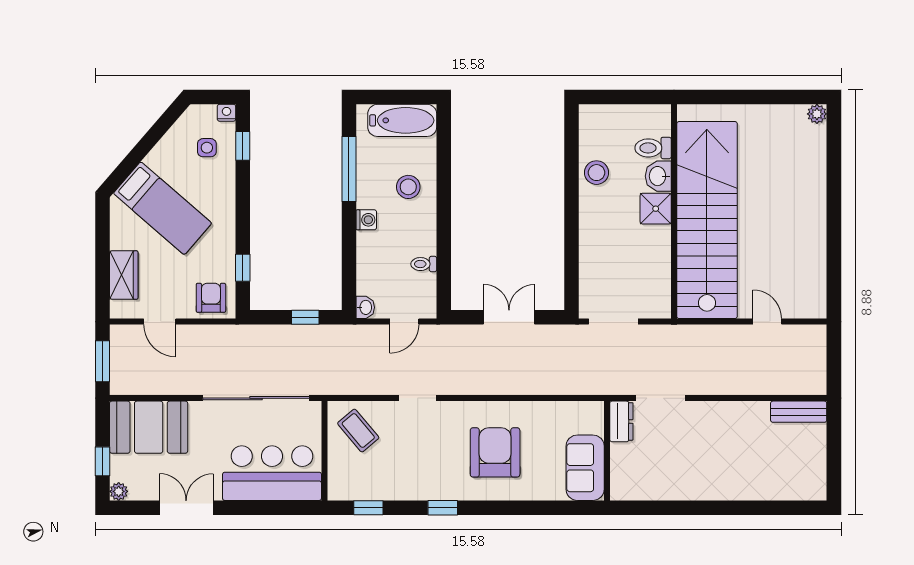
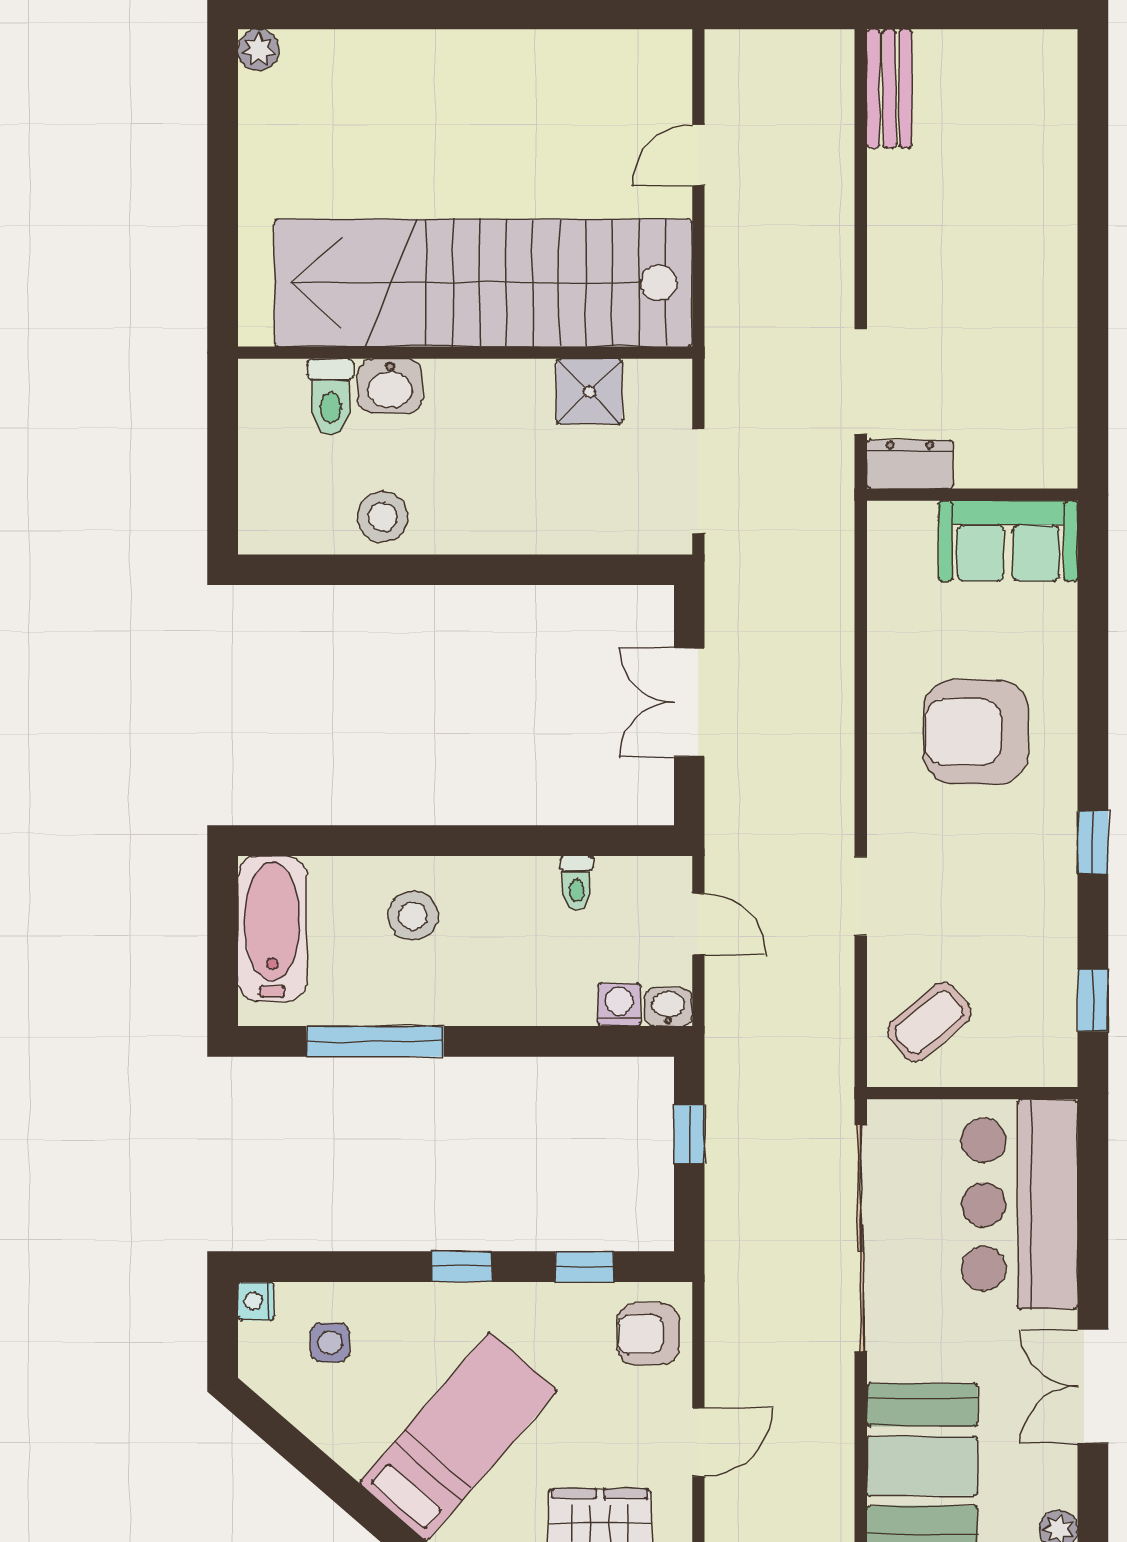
window: (243, 146) -> (462, 1267), moved
shower: (656, 209) -> (589, 391), moved
washing machine: (366, 220) -> (619, 1005), moved

